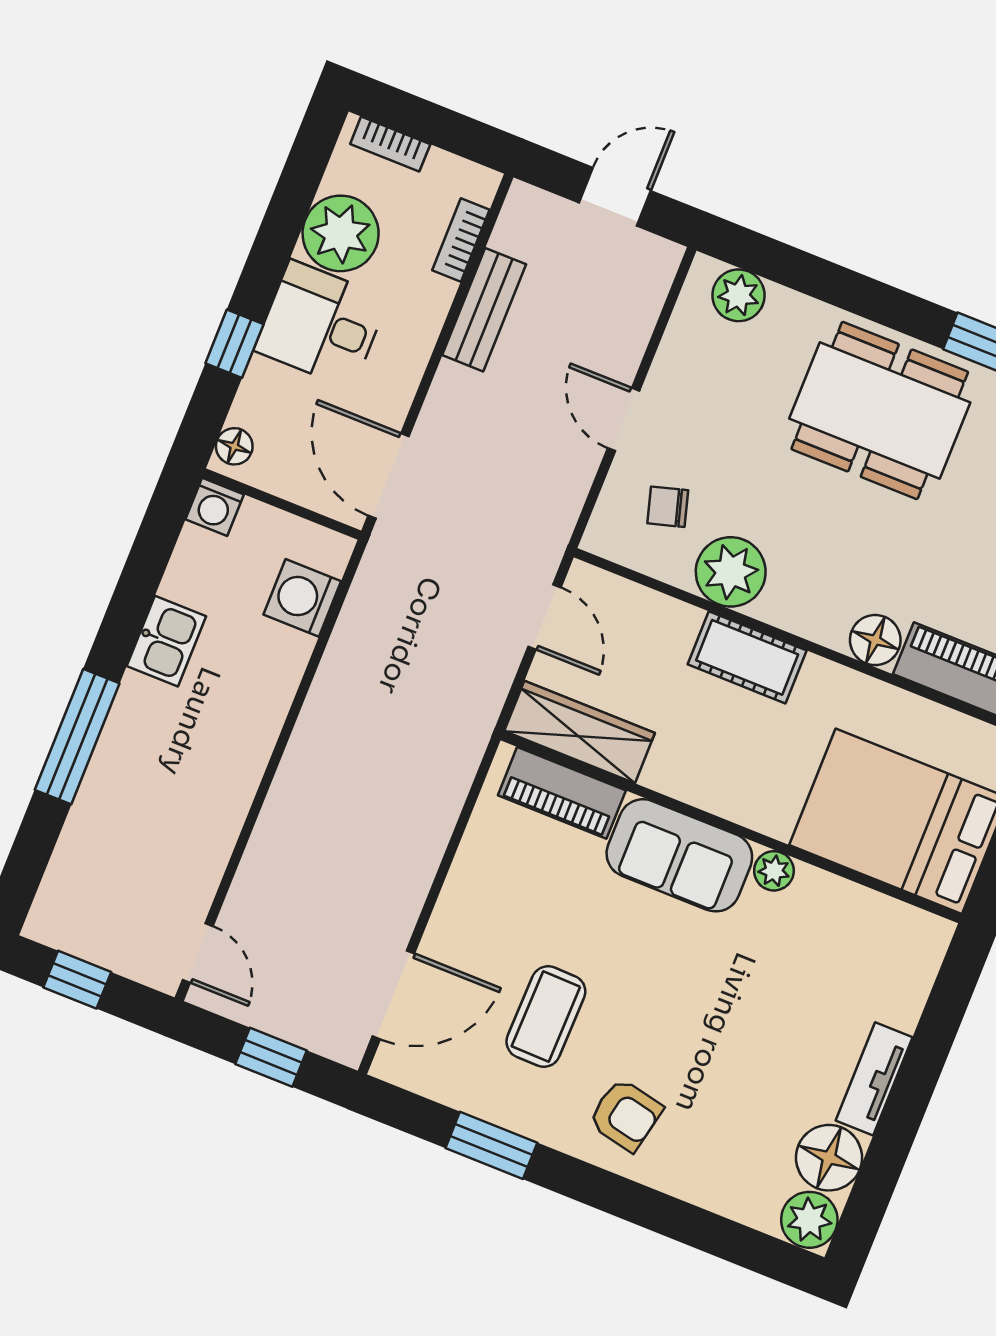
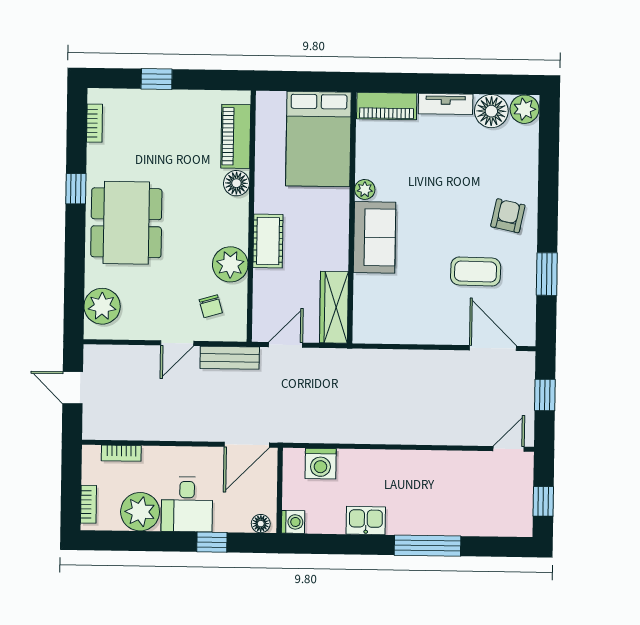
plant: (739, 295) -> (102, 306), width x1.36, depth x1.36
bench: (484, 310) -> (230, 358), moved
piano: (562, 793) -> (387, 106), moved, turned 90

